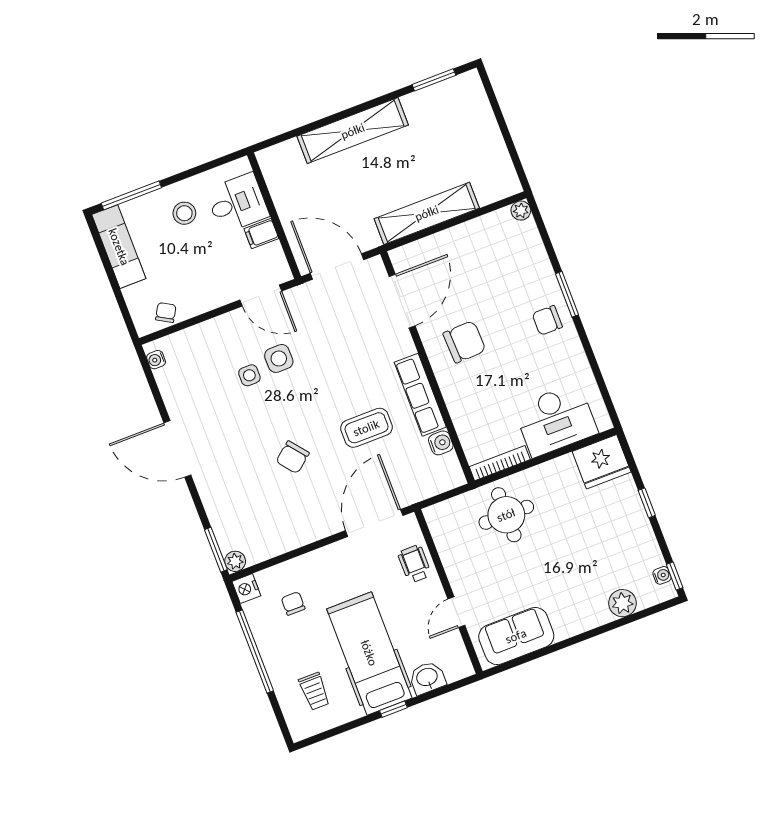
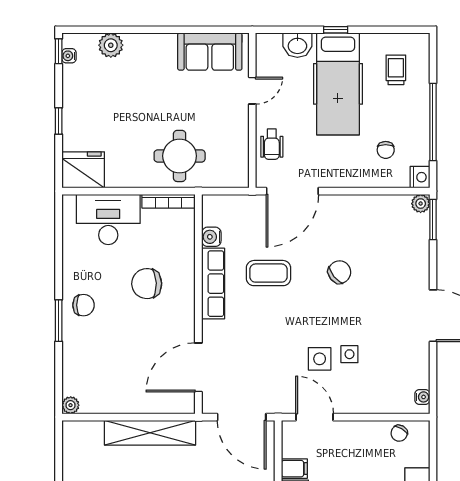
chair: (464, 342) -> (147, 284), moved

